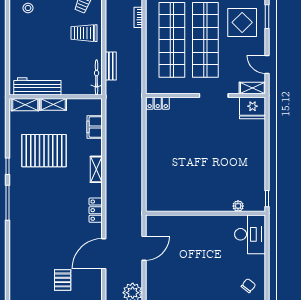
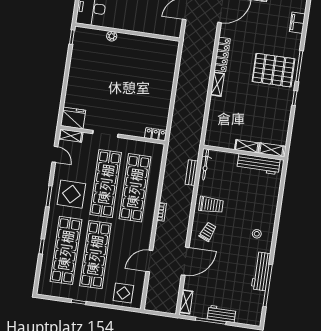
filing cabinet: (95, 127) -> (297, 23), moved, turned 180
pallet: (44, 151) -> (273, 70), moved
plant: (238, 206) -> (112, 36), moved
locker: (96, 210) -> (222, 54), width x1.53

